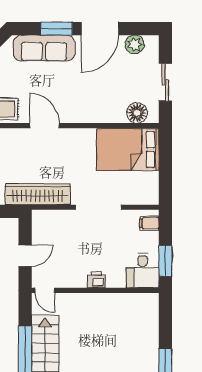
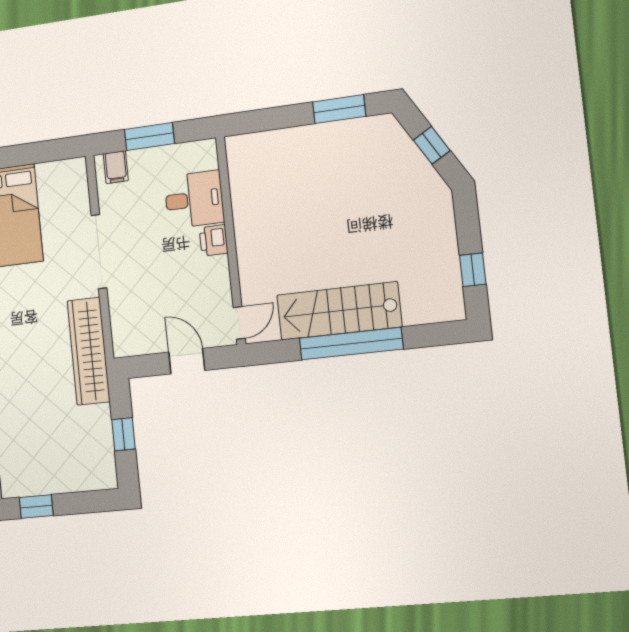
window: (165, 261) -> (149, 136), moved
desk: (143, 270) -> (194, 199), moved

